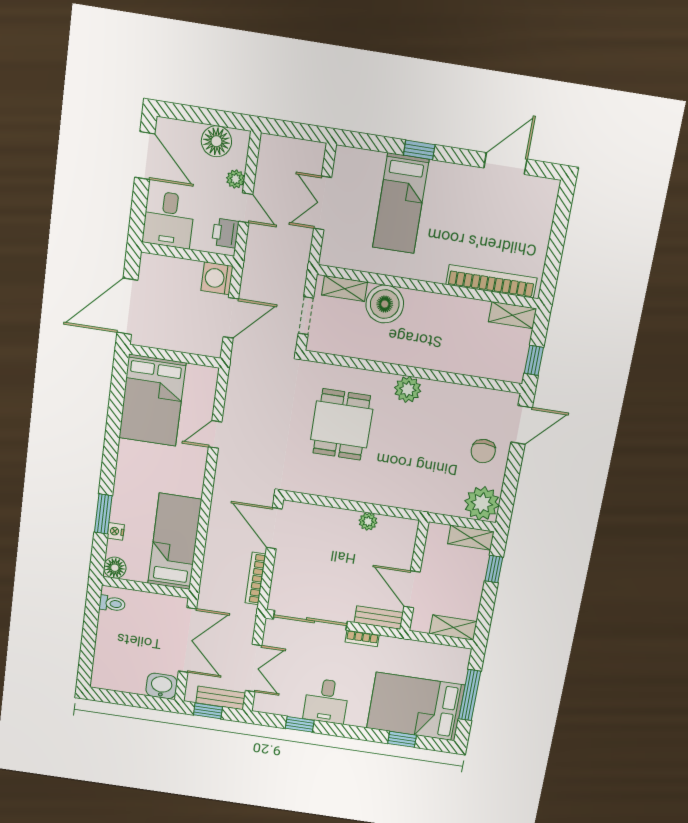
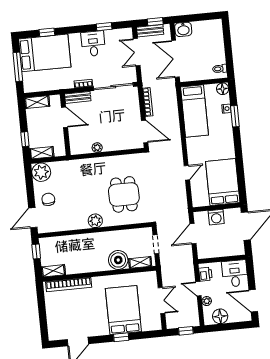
window: (290, 129) -> (186, 331), added
bed: (401, 203) -> (123, 310), width x1.50
washing machine: (217, 278) -> (216, 217), moved, turned 90

